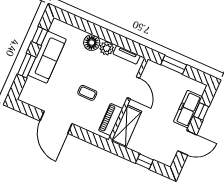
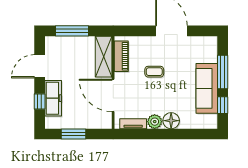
window: (174, 65) -> (73, 134), moved
window: (27, 66) -> (223, 72), width x1.44
door: (133, 88) -> (113, 95), width x1.36
window: (144, 162) -> (72, 31), width x2.17

